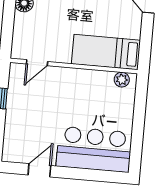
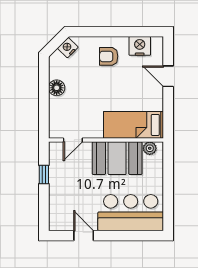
booth: (84, 87) -> (117, 158), added
door: (39, 170) -> (84, 236), hinge flipped

